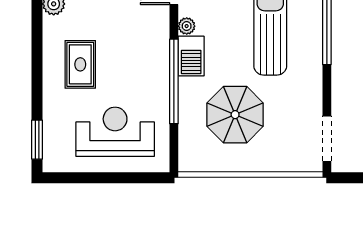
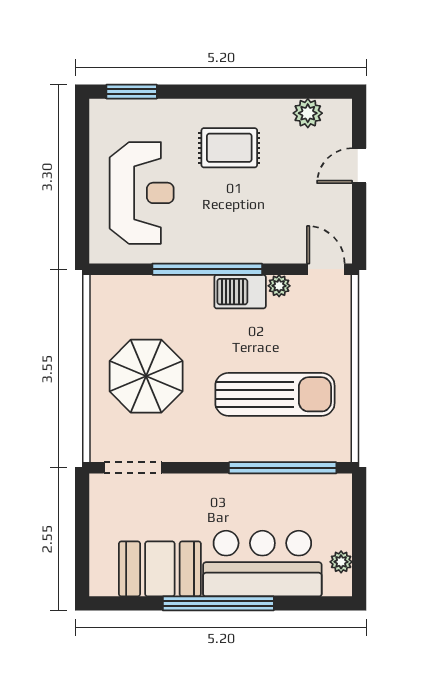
parasol: (235, 115) -> (146, 376), moved

